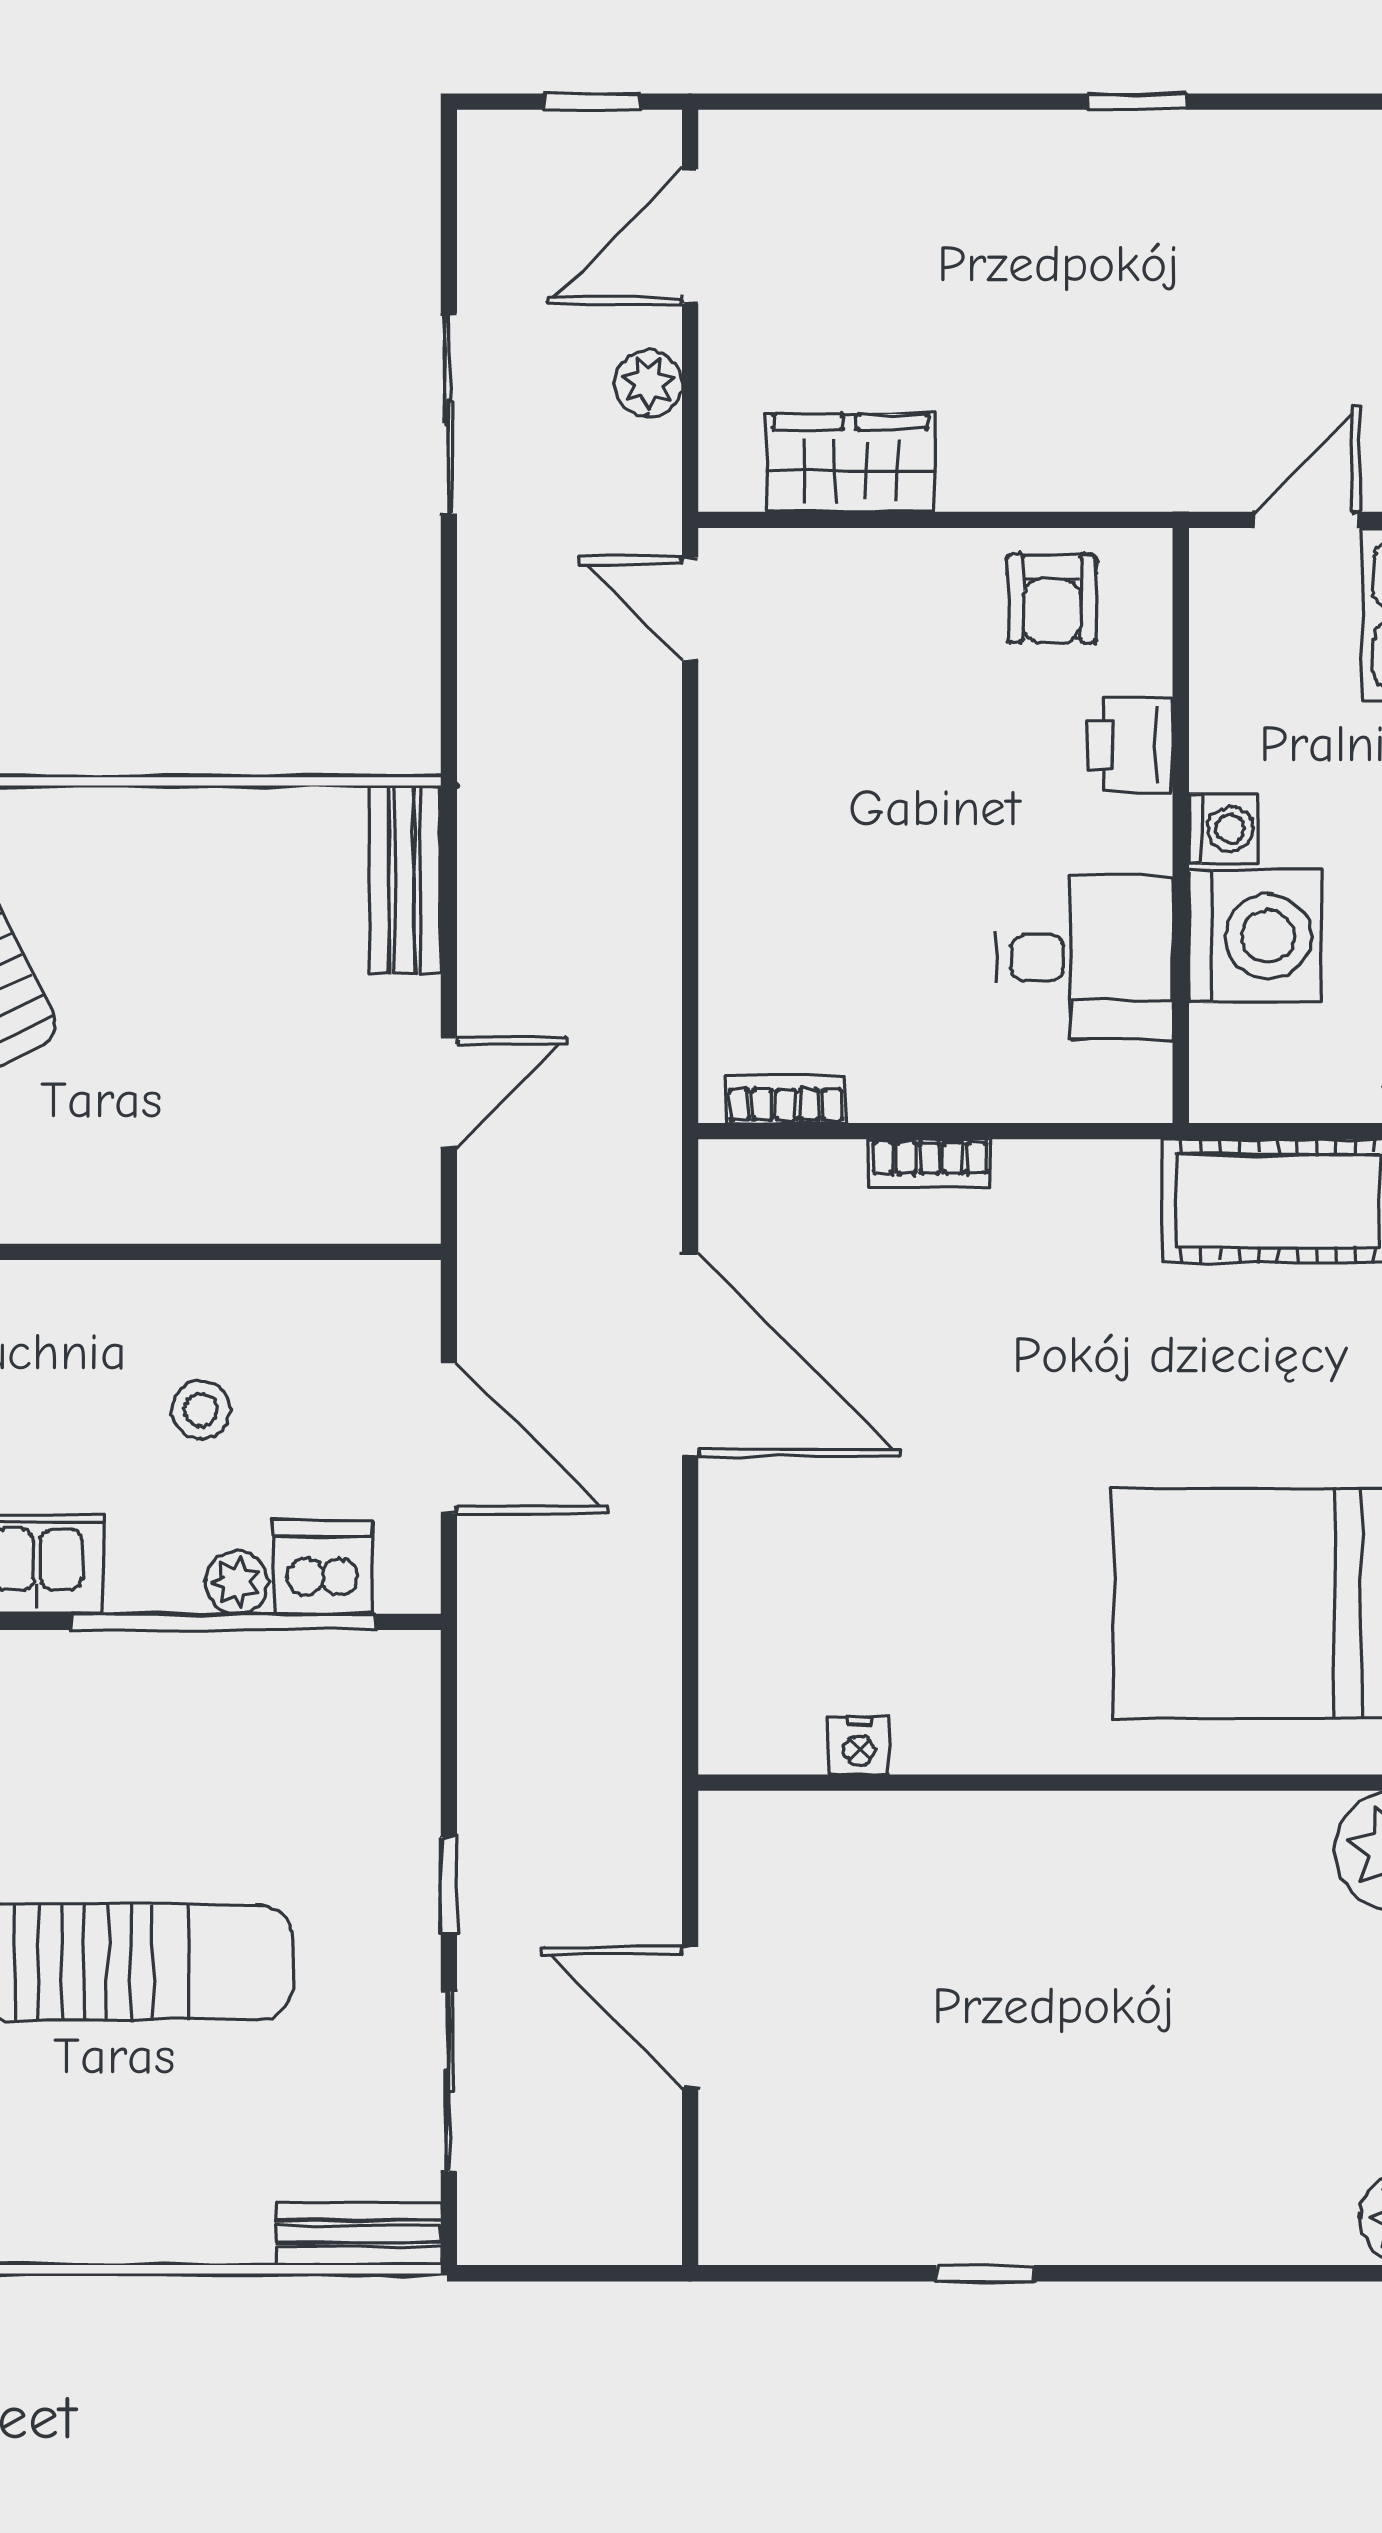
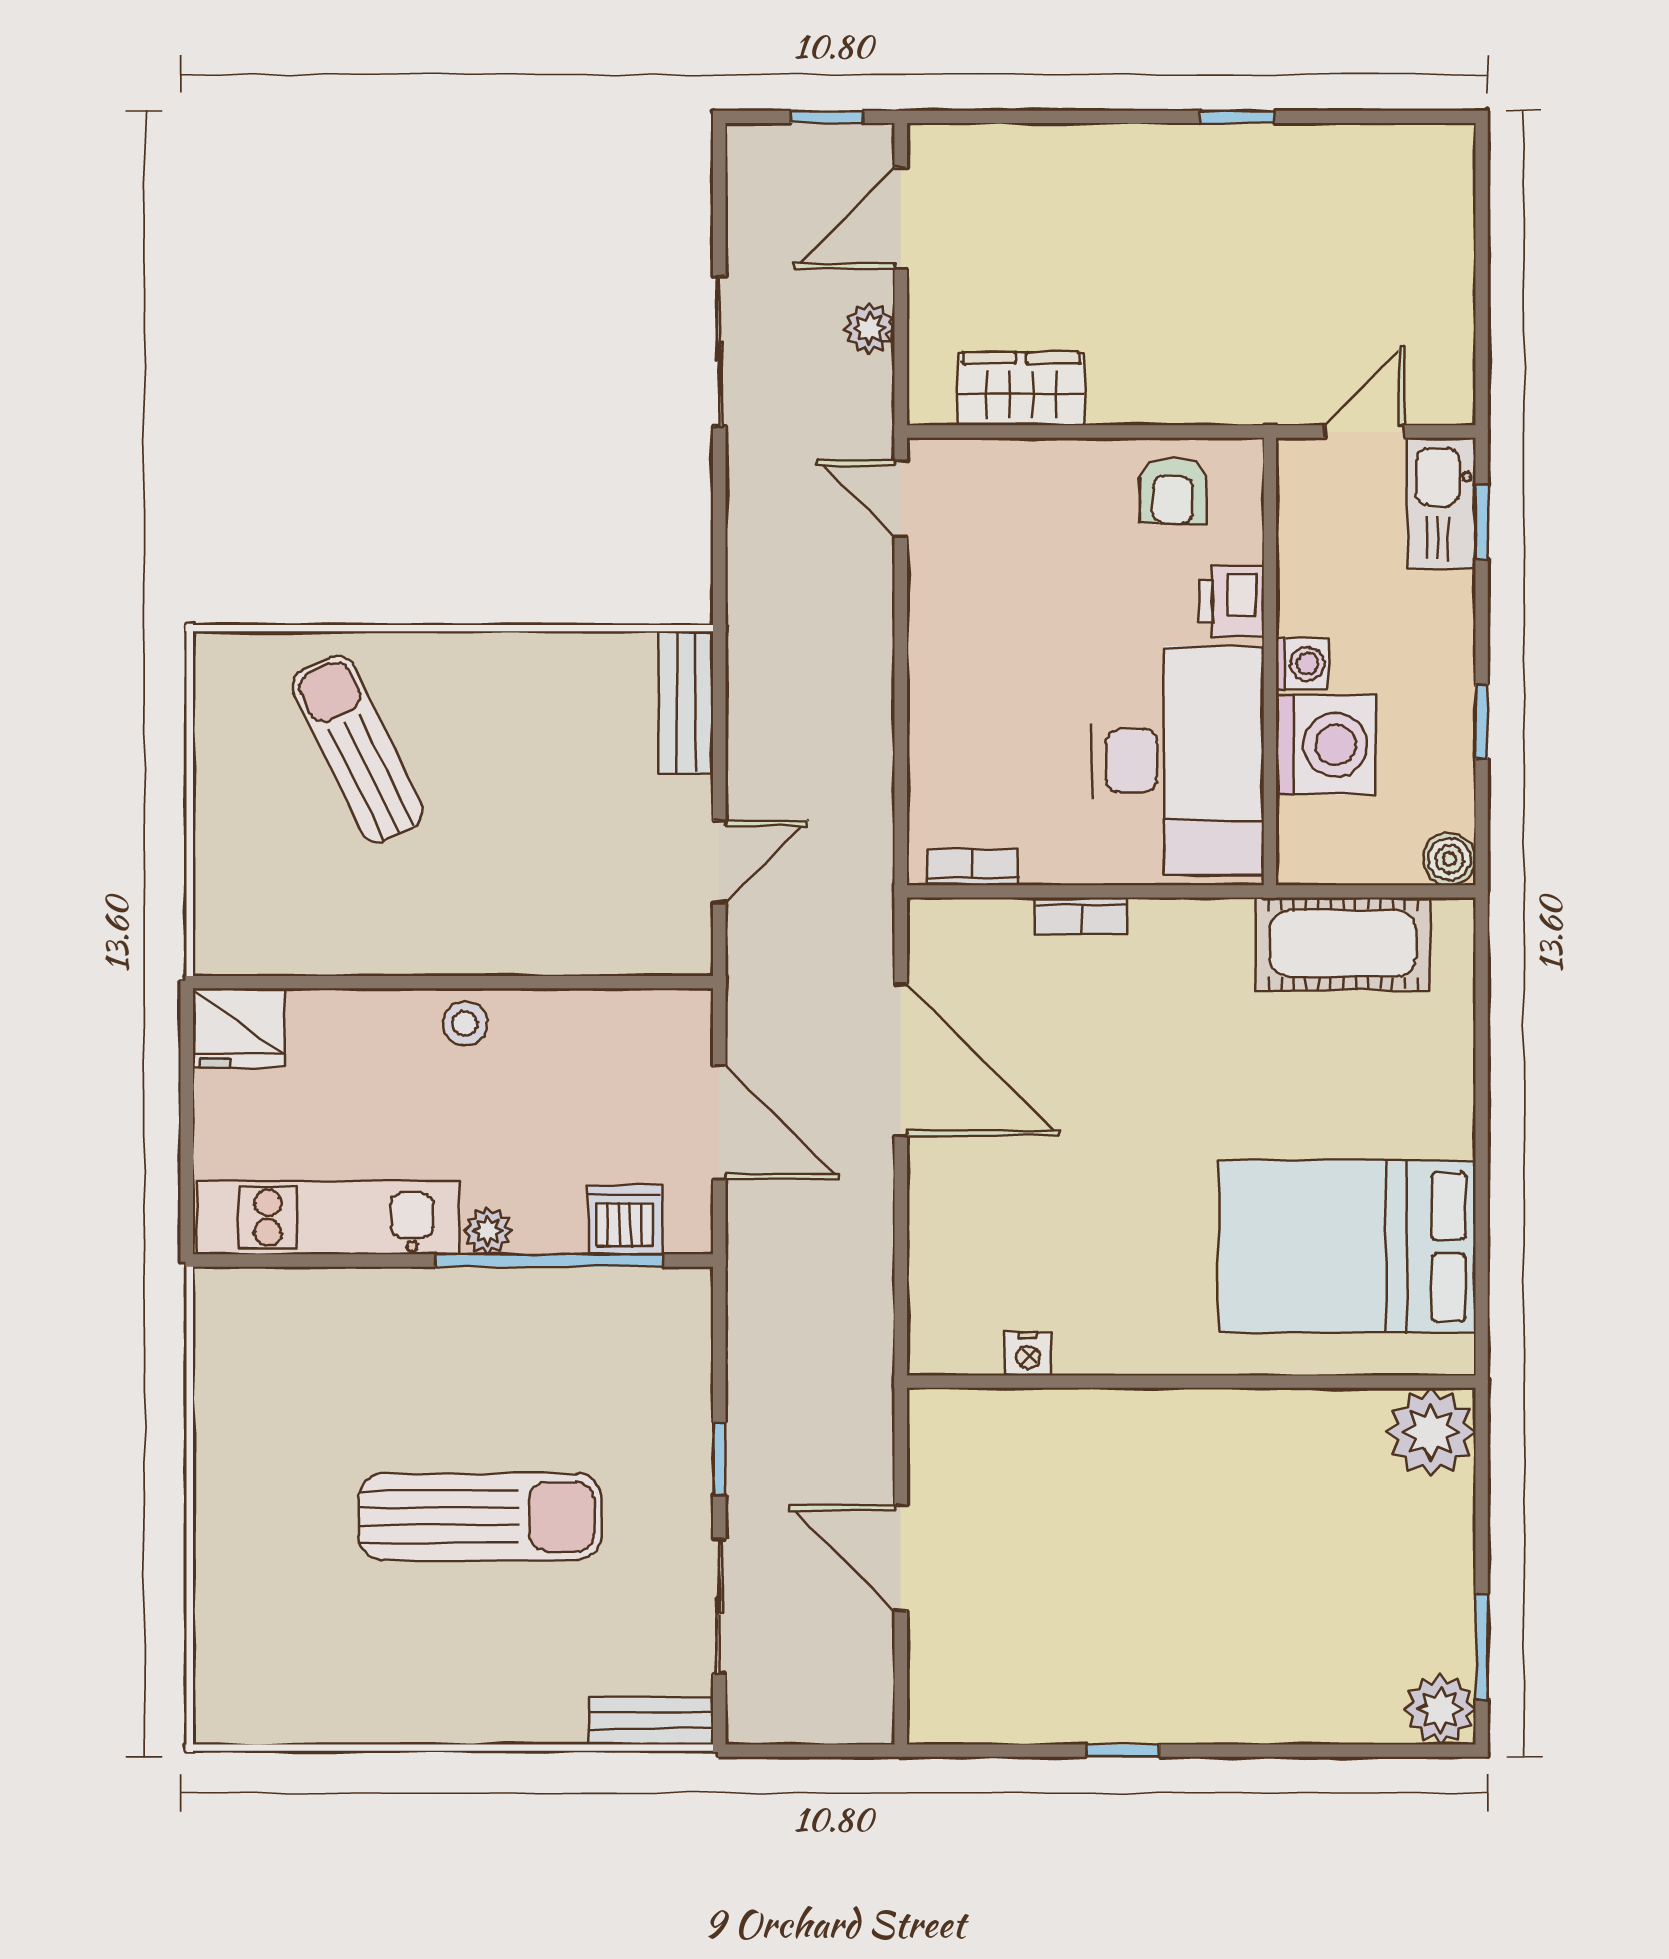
desk: (1085, 958) -> (1178, 761), width x1.87, depth x1.30
stool: (201, 1410) -> (465, 1023), moved
plant: (236, 1582) -> (488, 1231), moved

